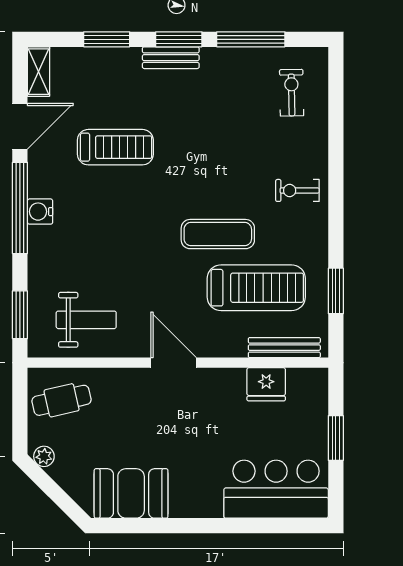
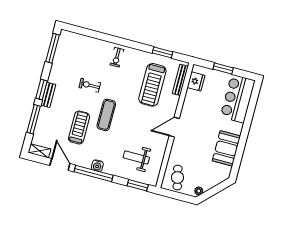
window: (107, 39) -> (34, 119), width x1.44
window: (251, 39) -> (53, 48), moved
exercise bike: (292, 93) -> (90, 85), moved
exercise mat: (218, 234) -> (106, 115), moved
treadmill: (256, 288) -> (152, 85), turned 180
weight bench: (86, 320) -> (136, 157), moved, turned -90
fridge: (266, 384) -> (196, 81), moved
booth: (131, 493) -> (226, 148), moved

